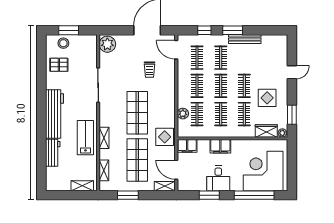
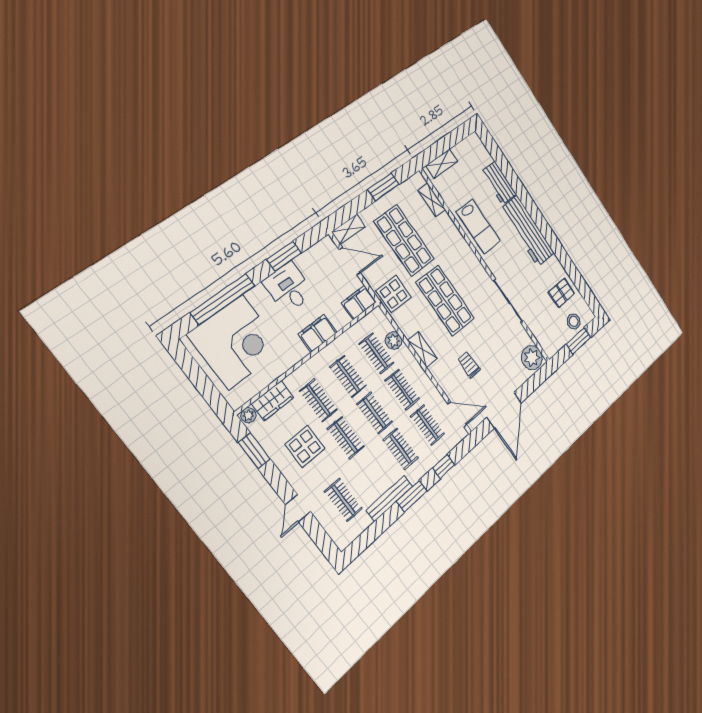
clothes rail: (268, 58) -> (343, 500), added
shelving: (104, 138) -> (422, 350), moved

